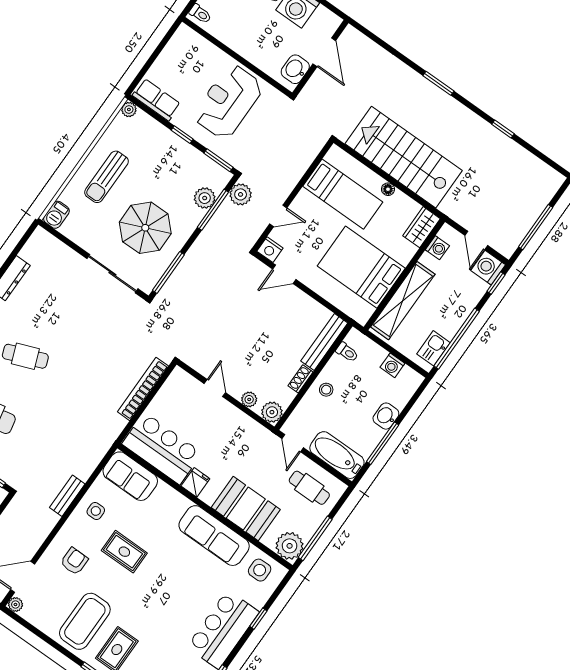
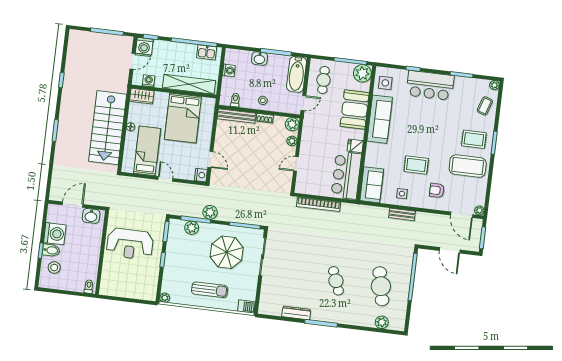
row of seats: (156, 100) -> (151, 285), removed
plant: (241, 194) -> (210, 212), moved
door: (278, 216) -> (165, 179), moved
rug: (124, 552) -> (416, 165), turned 90

